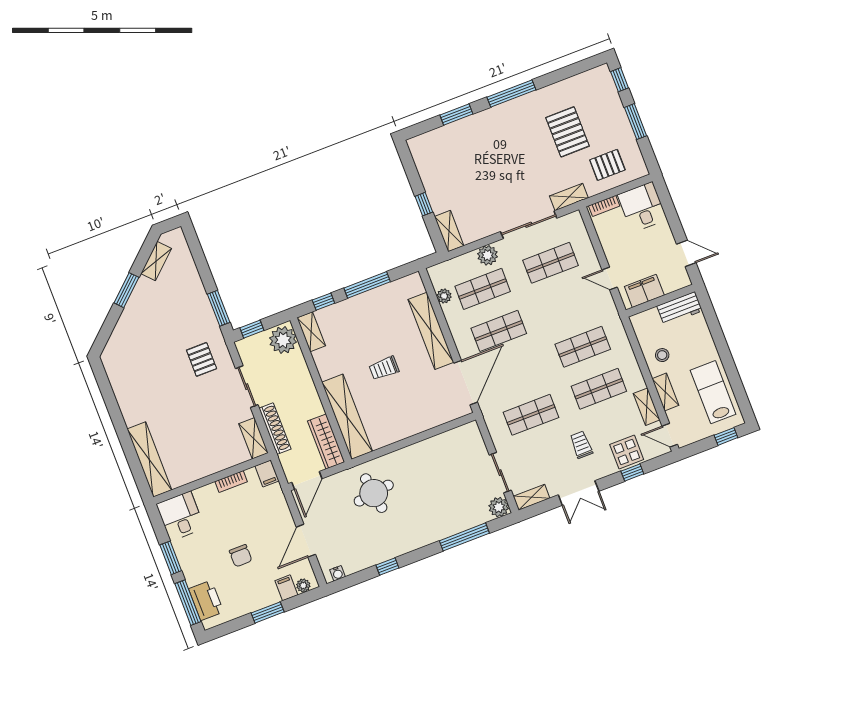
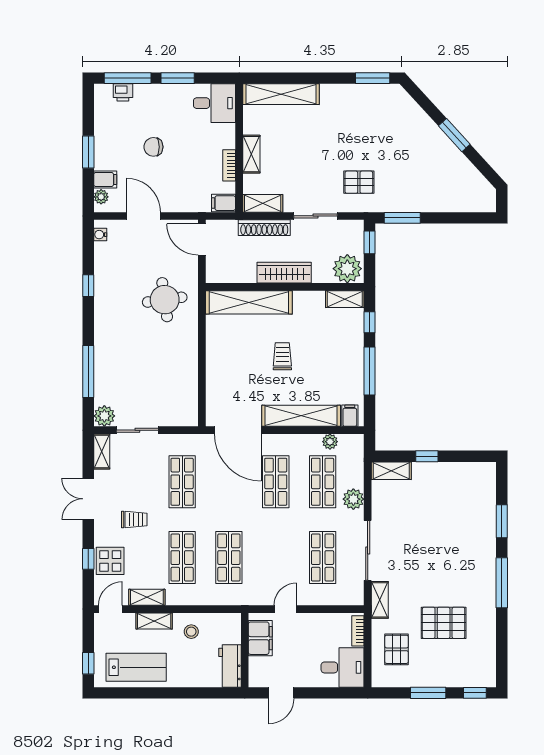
shelving: (156, 261) -> (251, 154), moved, turned 42
filing cabinet: (414, 287) -> (350, 416), added
window: (104, 383) -> (373, 78), added
wardrobe: (326, 442) -> (284, 273), moved
printer: (206, 600) -> (123, 92), width x0.53, depth x0.68

